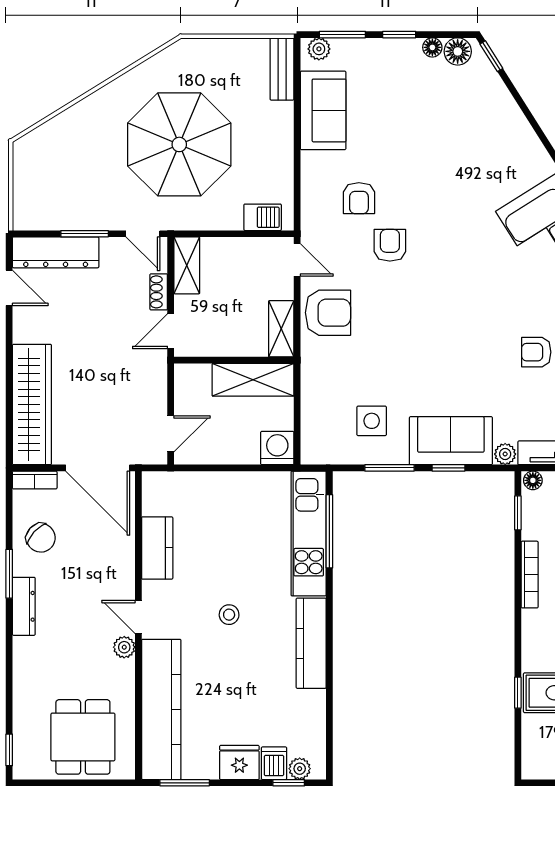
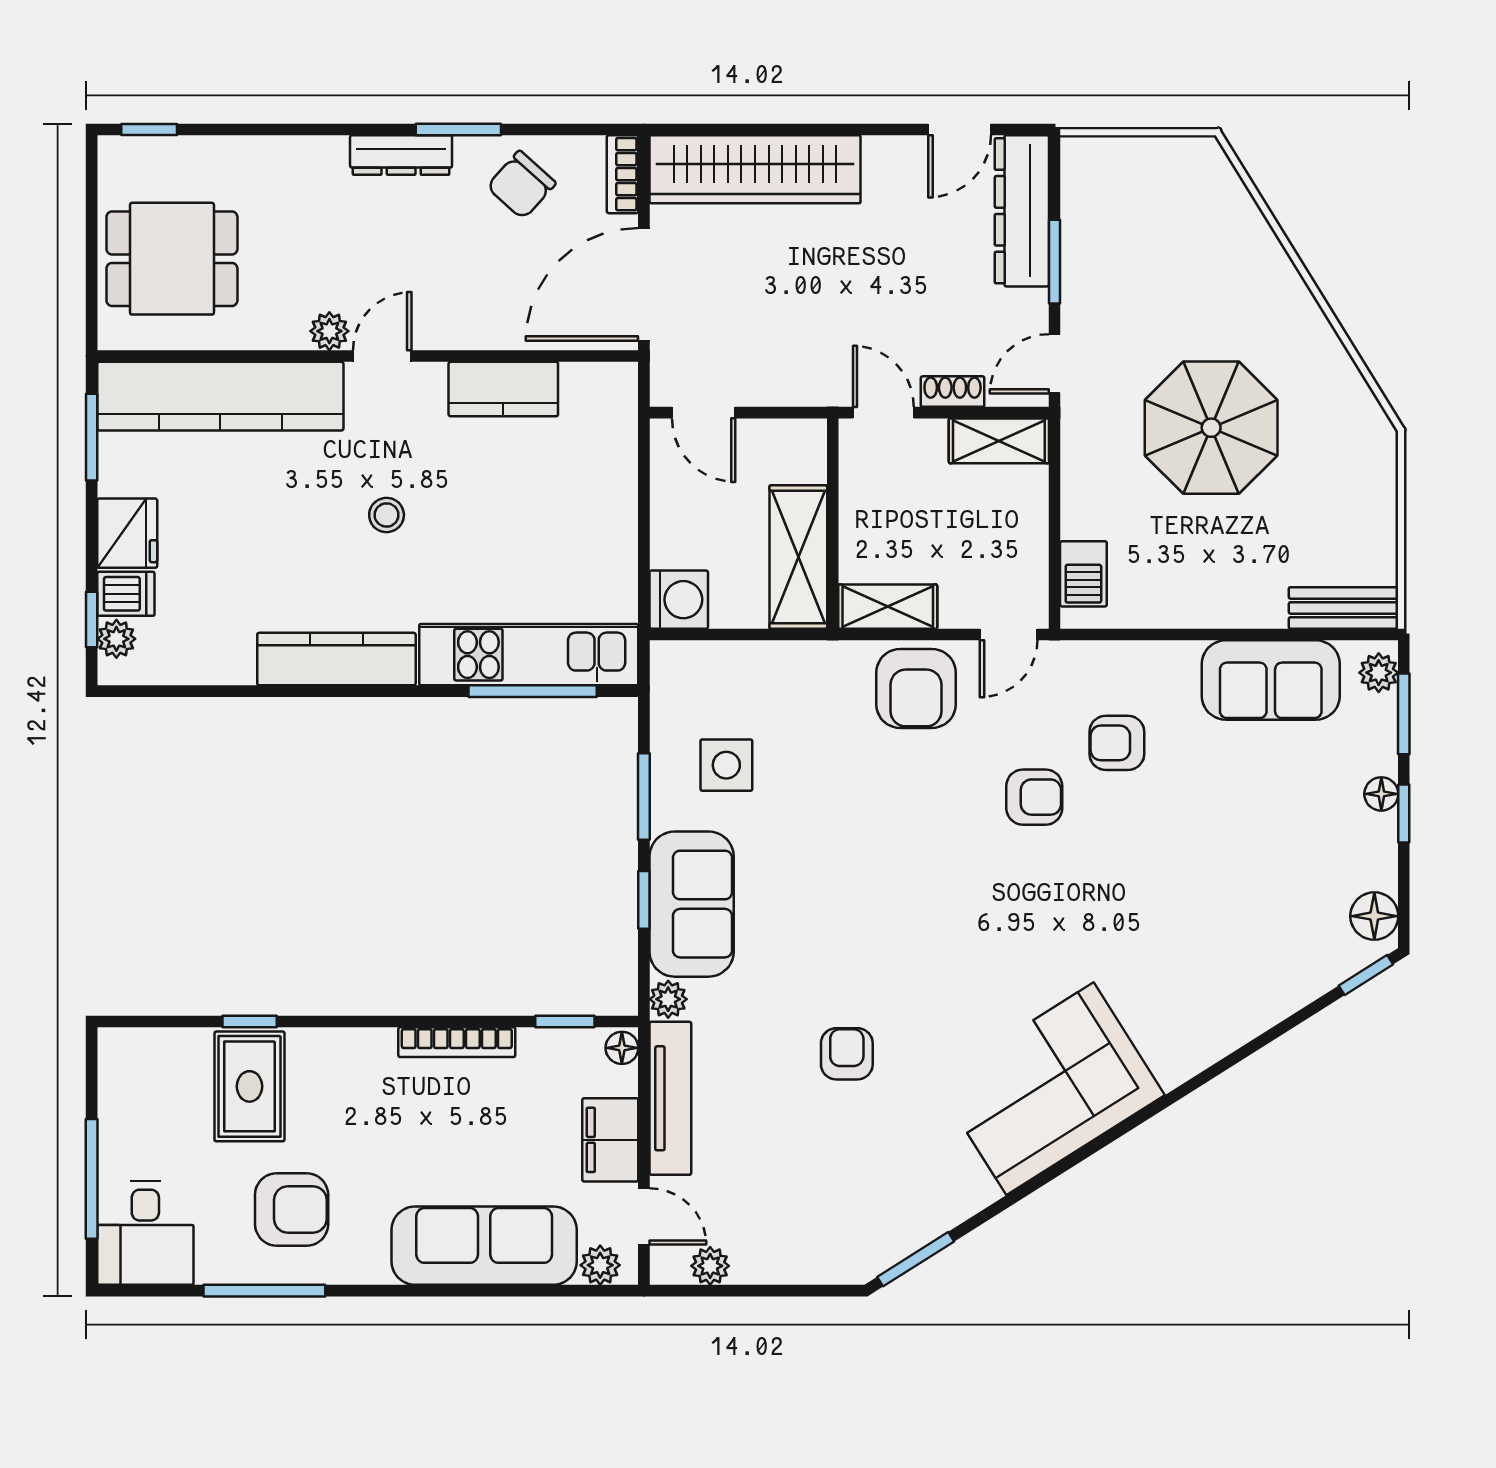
floor lamp: (432, 47) -> (1381, 794), moved
parasol: (179, 144) -> (1211, 428), width x0.73, depth x0.73

